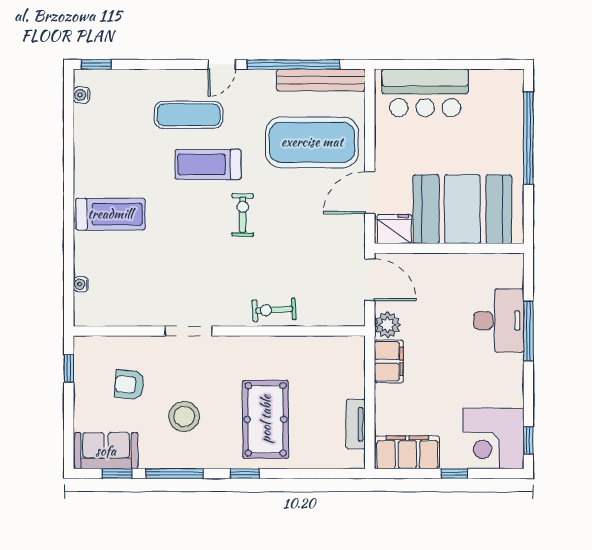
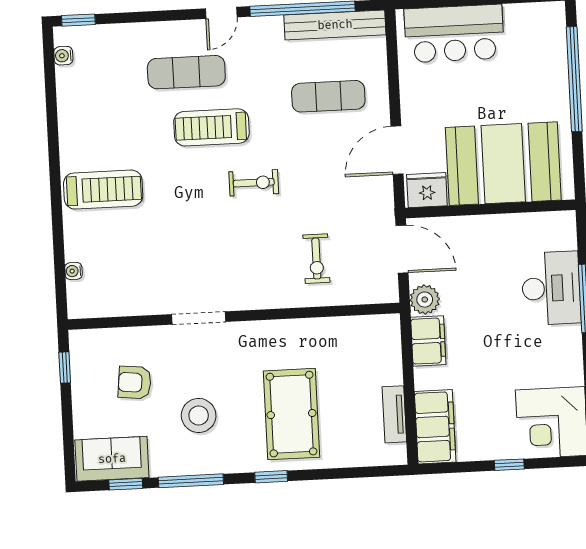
exercise mat: (312, 142) -> (328, 96), width x0.50, depth x0.69
exercise bike: (243, 215) -> (254, 183), turned 90
exercise bike: (274, 310) -> (316, 259), moved, turned -87
filing cabinet: (407, 452) -> (435, 427), moved, turned 90

